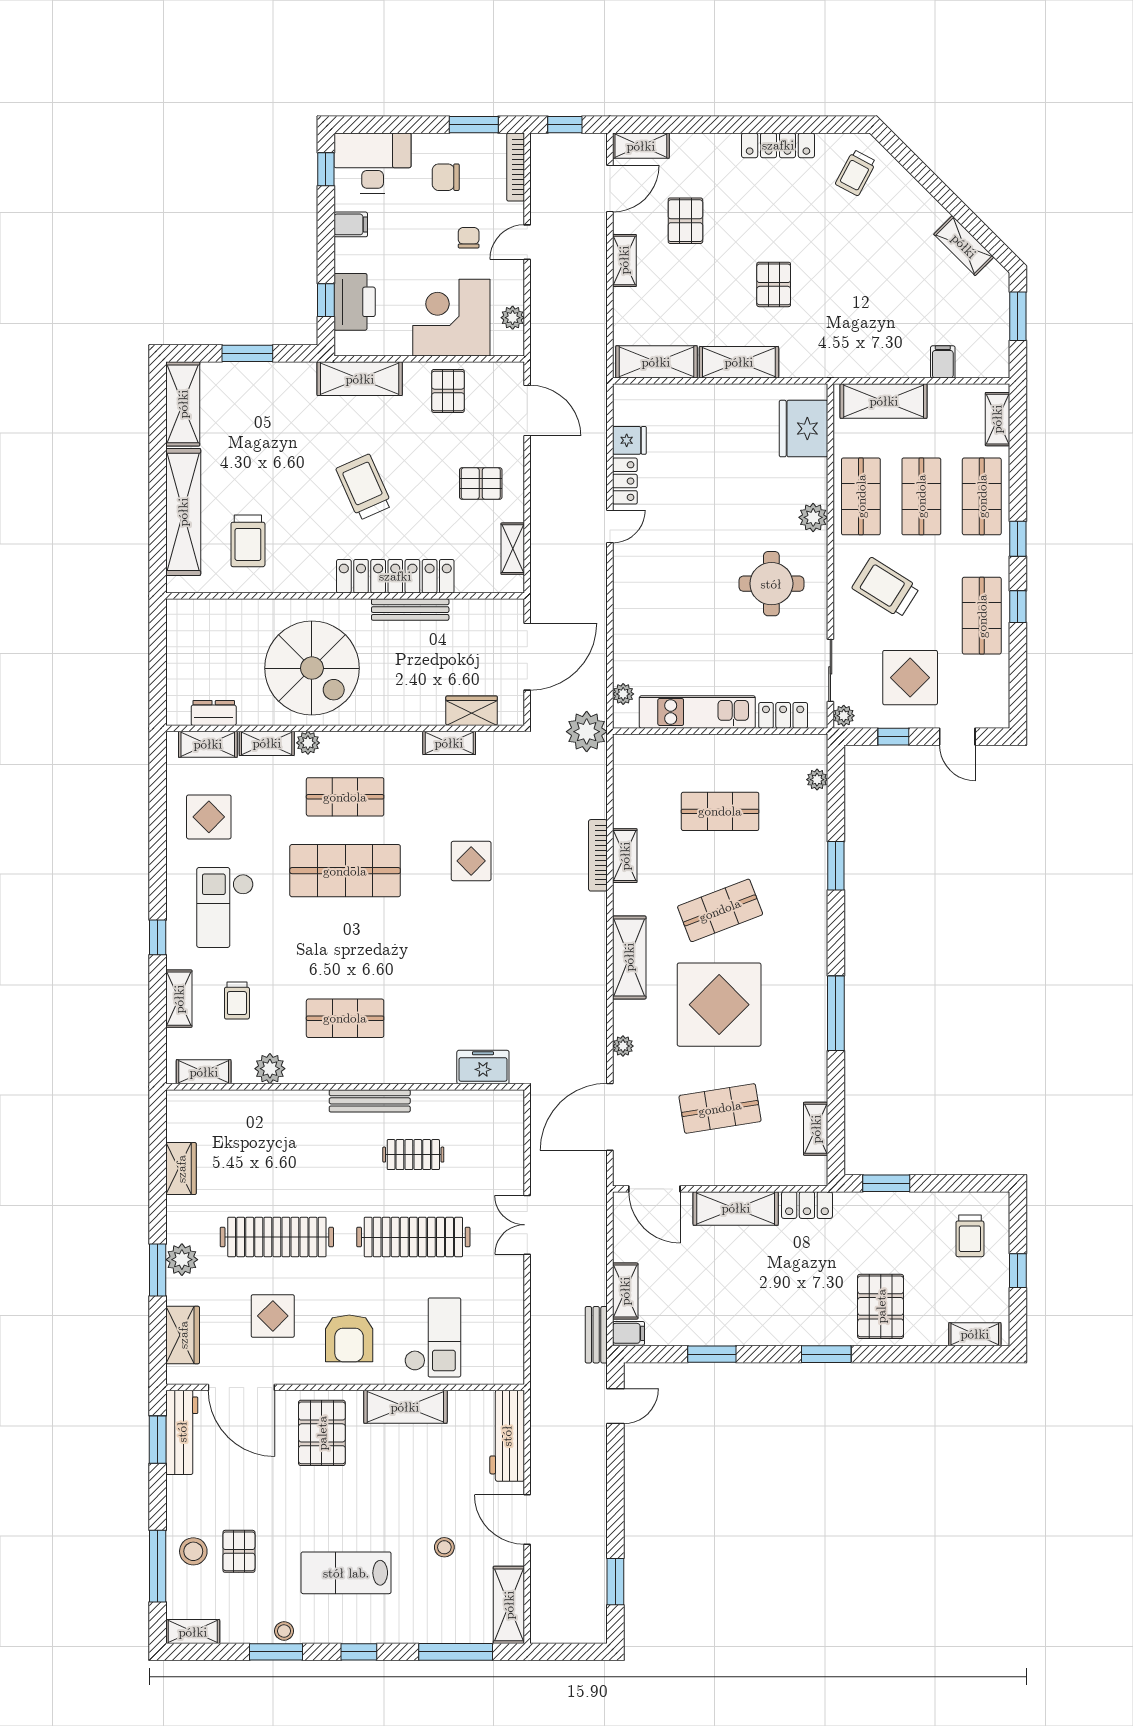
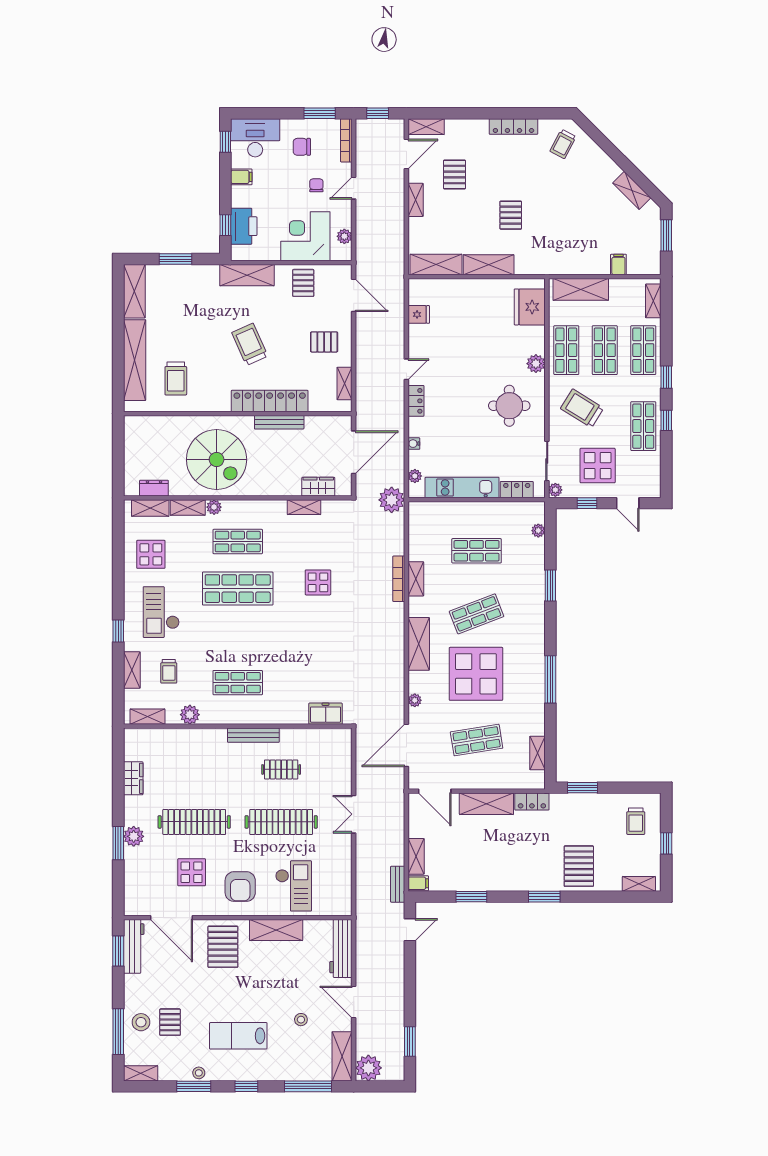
locker: (625, 481) -> (416, 401), moved
water cooler: (622, 643) -> (414, 444), added
wardrobe: (183, 1335) -> (134, 884), removed
plant: (550, 1623) -> (368, 1068), added

